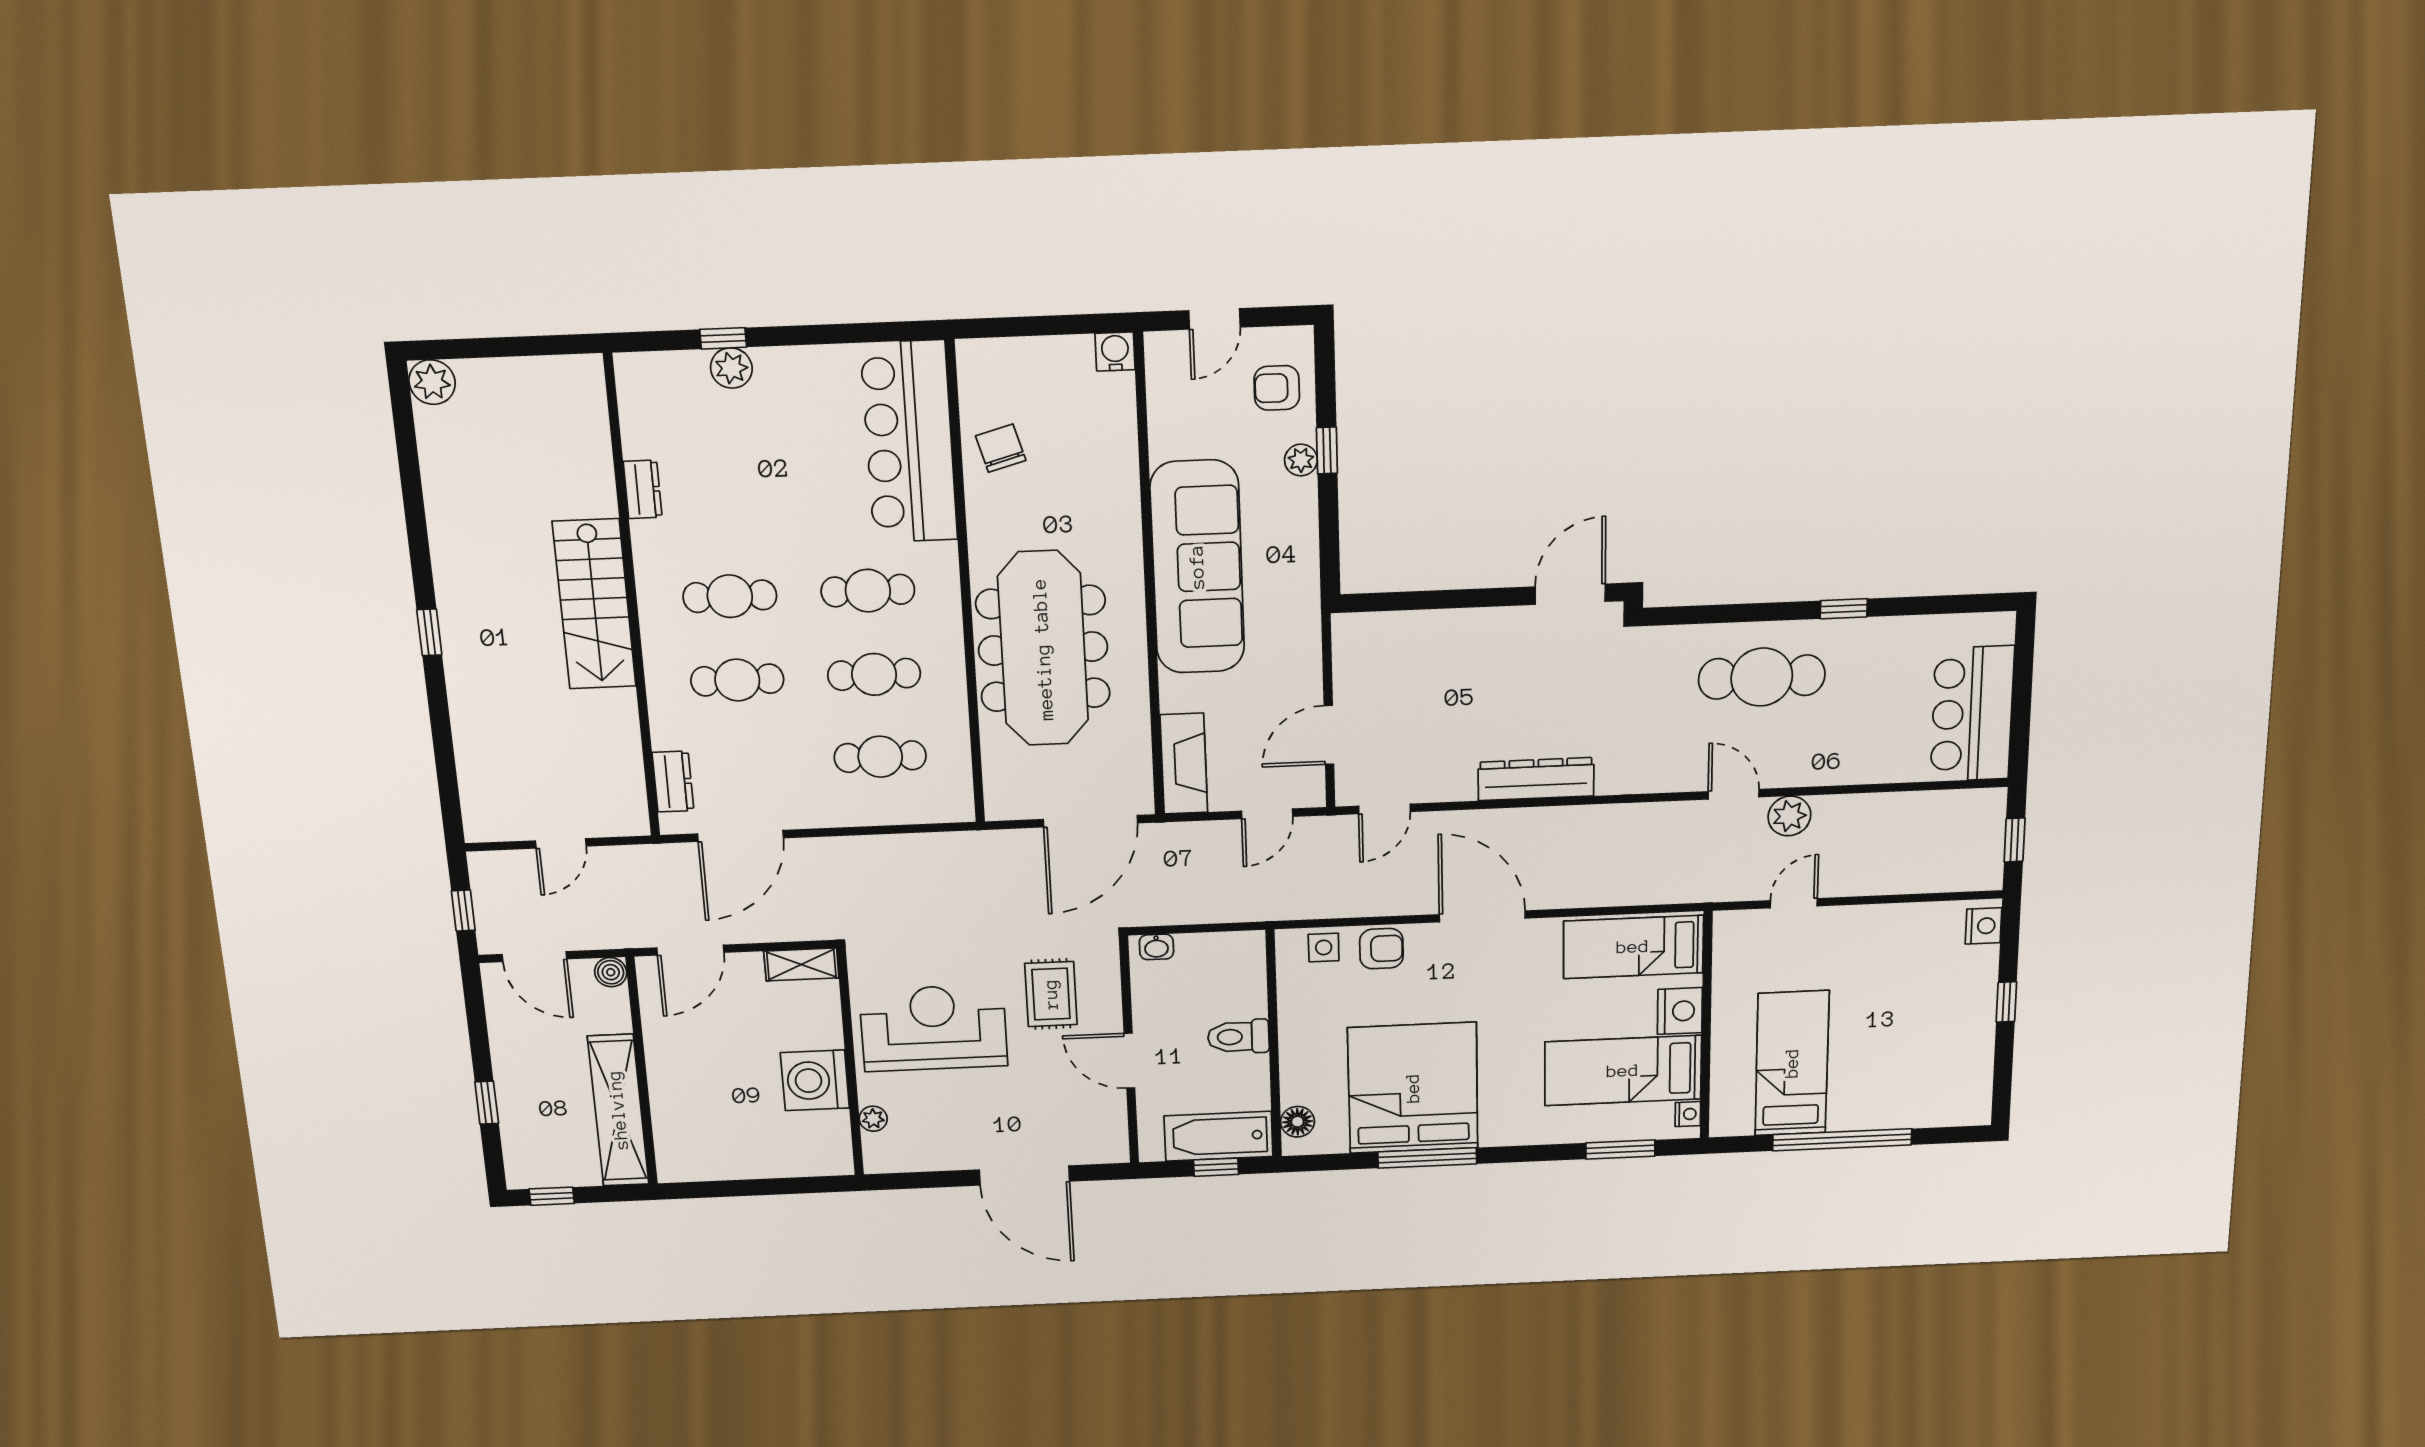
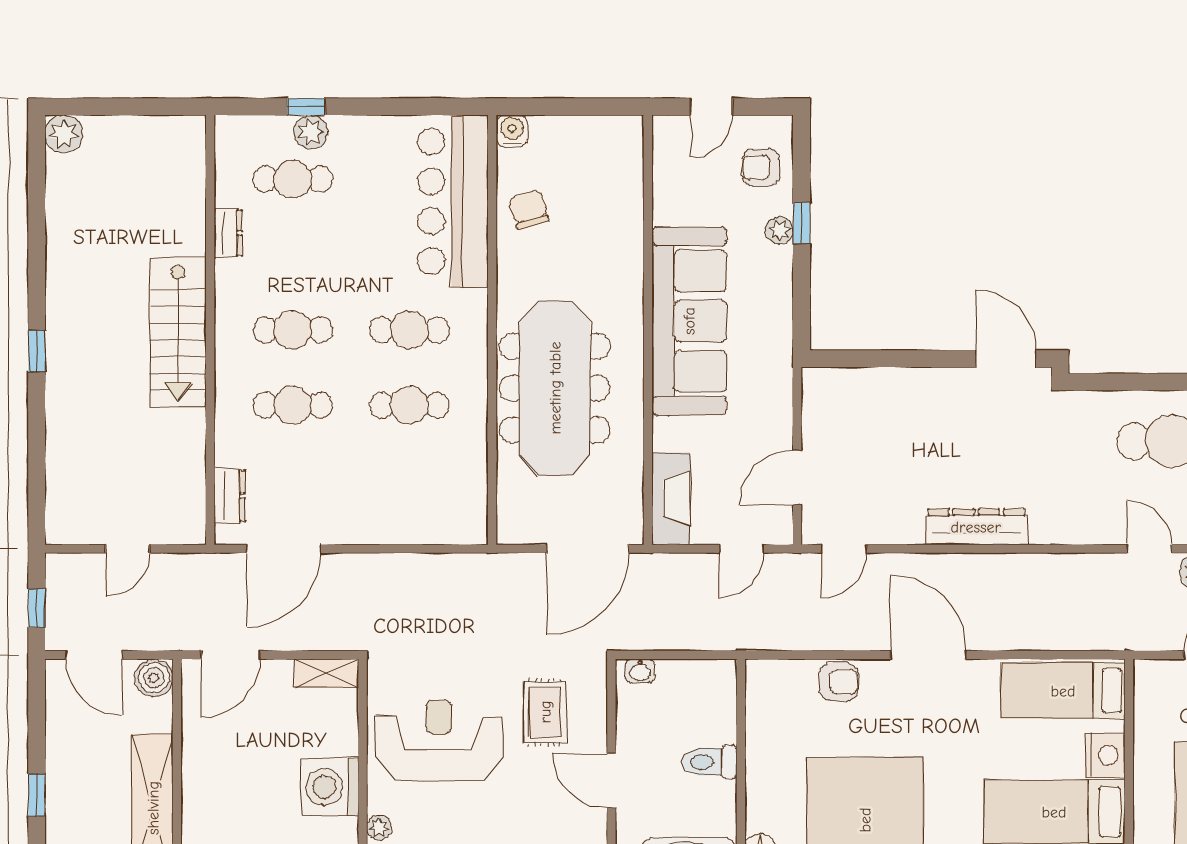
water cooler: (1115, 352) -> (512, 131), moved
door: (1570, 594) -> (1006, 359), hinge flipped
cafe table: (880, 757) -> (293, 179), moved
side table: (1324, 947) -> (788, 678), removed
boiler: (611, 972) -> (154, 678), width x1.36, depth x1.36

